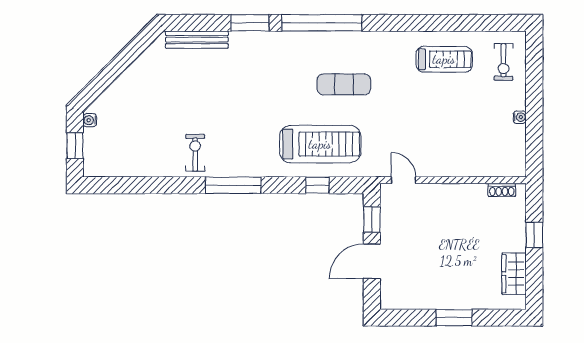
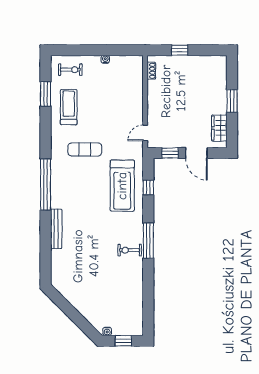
window: (250, 23) -> (46, 94), moved
bench: (197, 40) -> (56, 229), moved
exercise mat: (344, 84) -> (85, 149), moved, turned 90
treadmill: (320, 144) -> (122, 186), turned 180
exercise bike: (195, 153) -> (130, 250), moved
wardrobe: (514, 274) -> (219, 128), moved, turned 90

